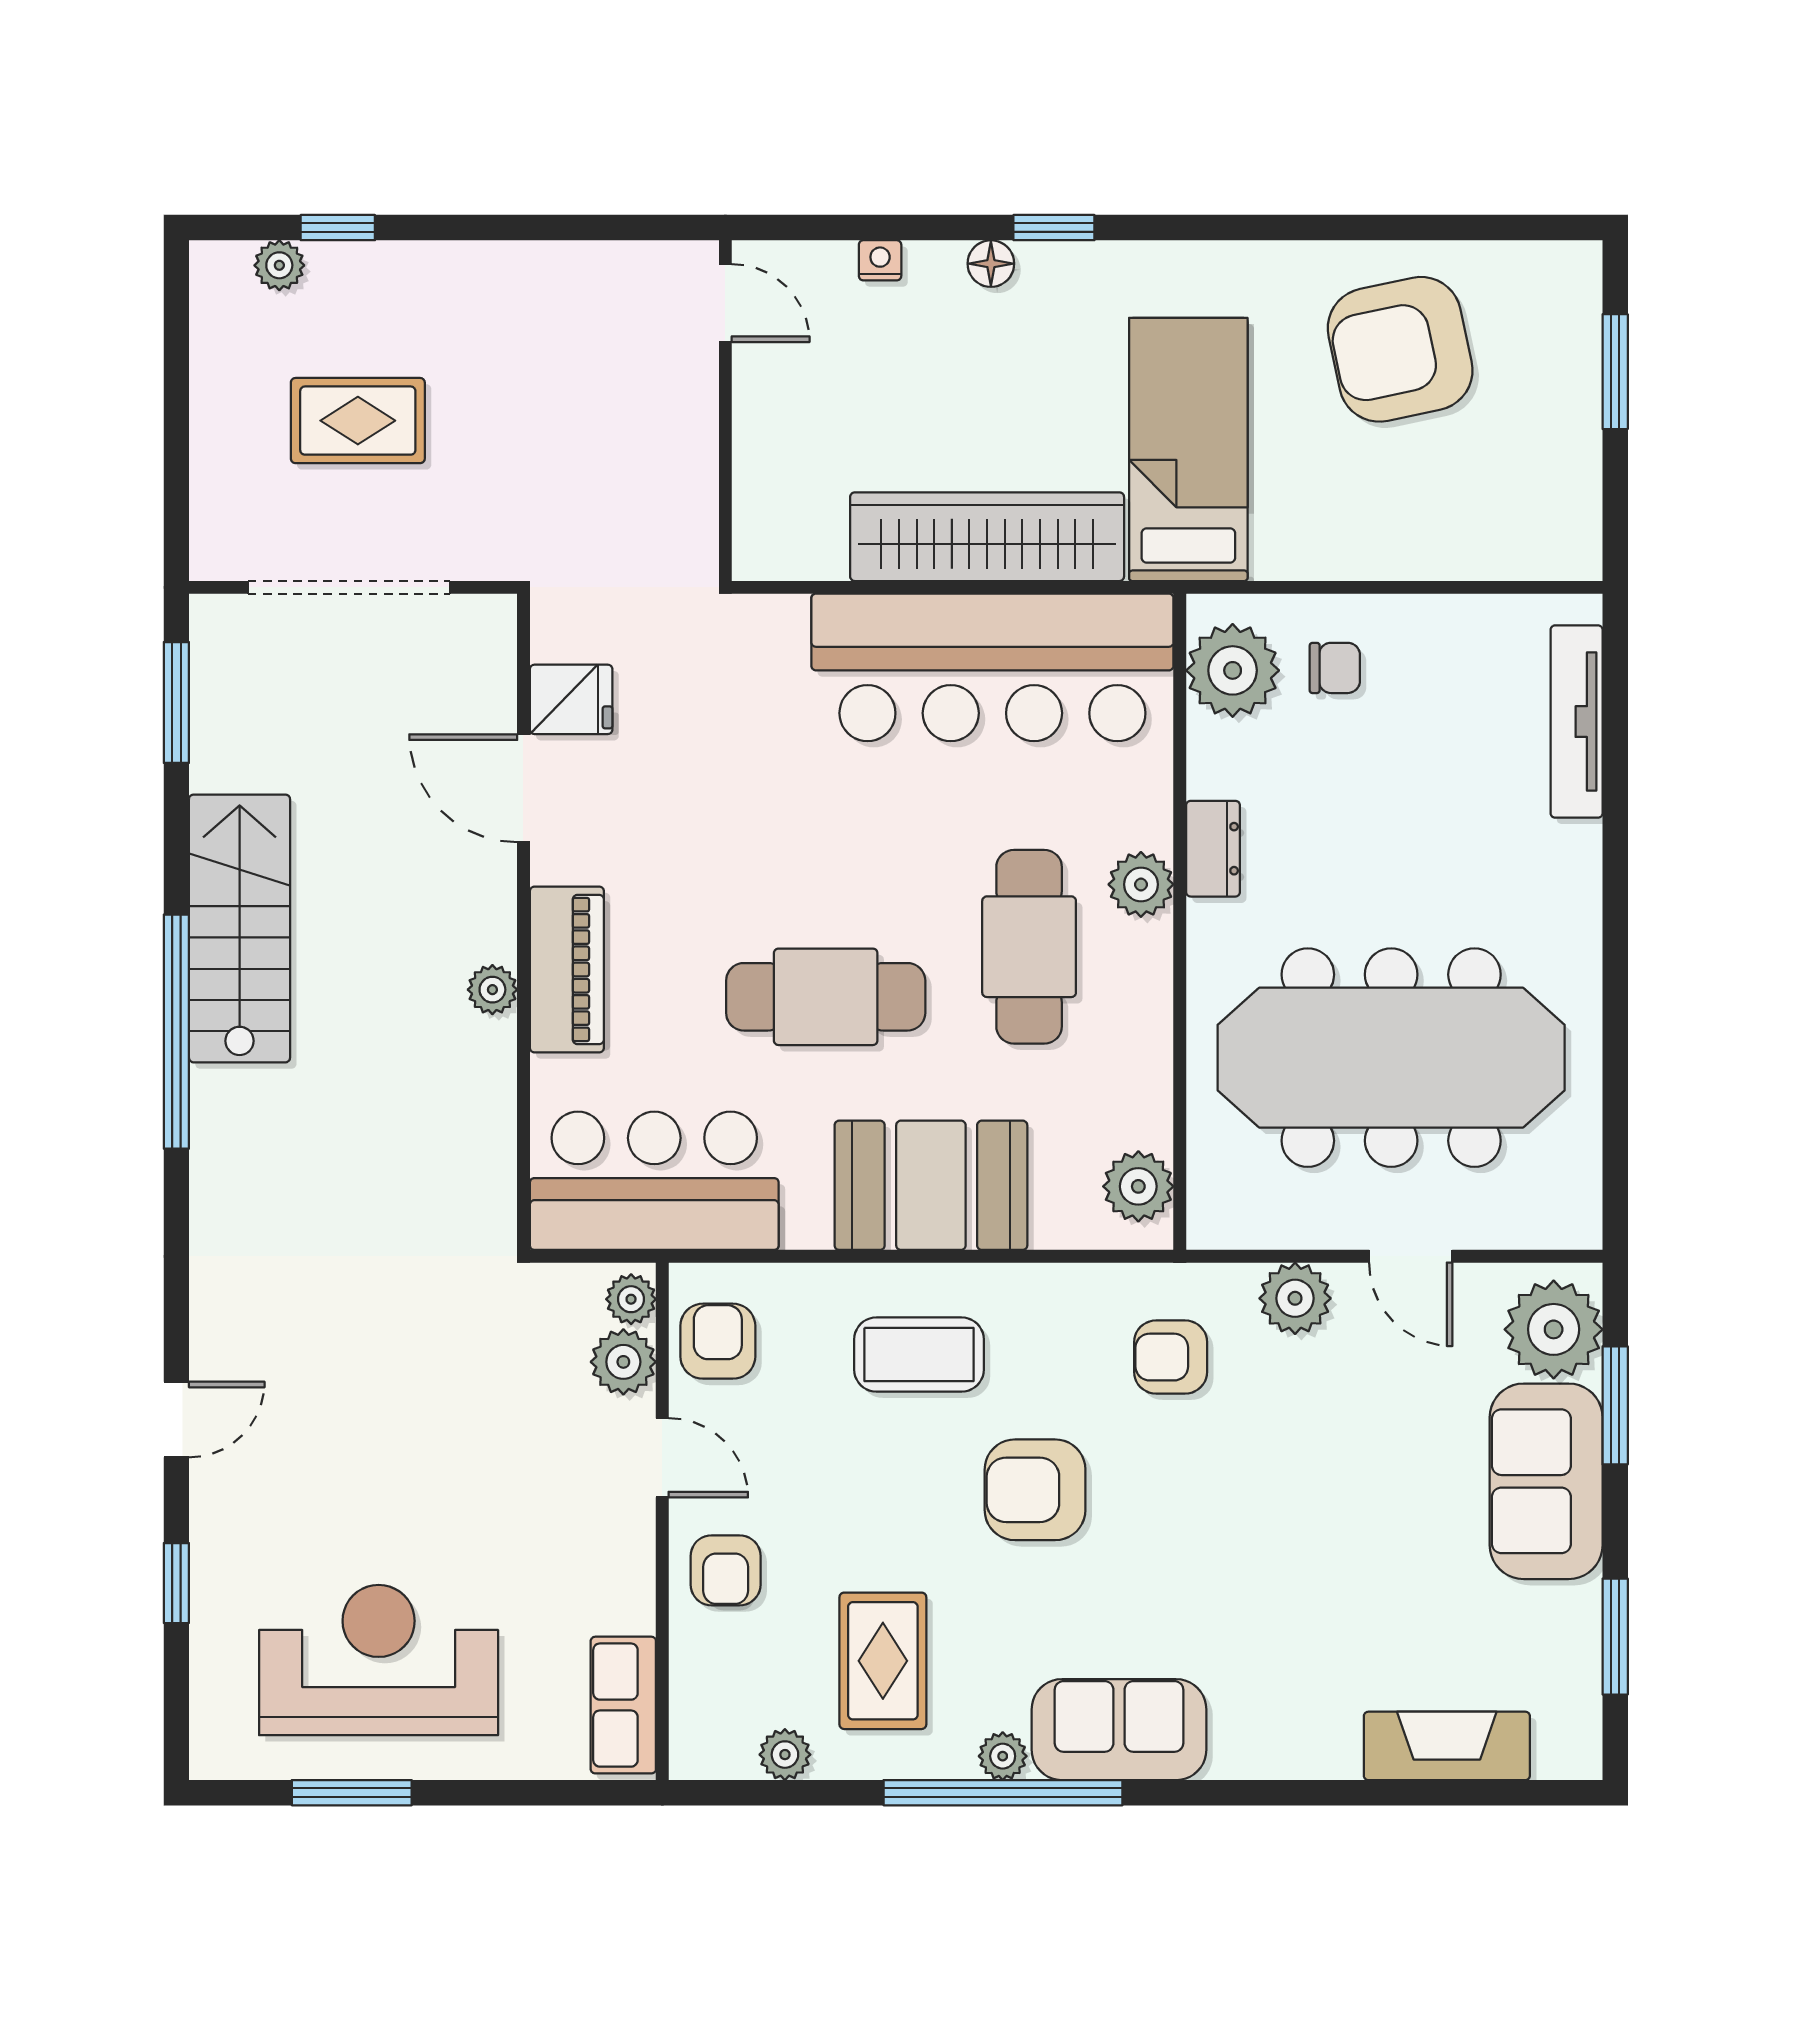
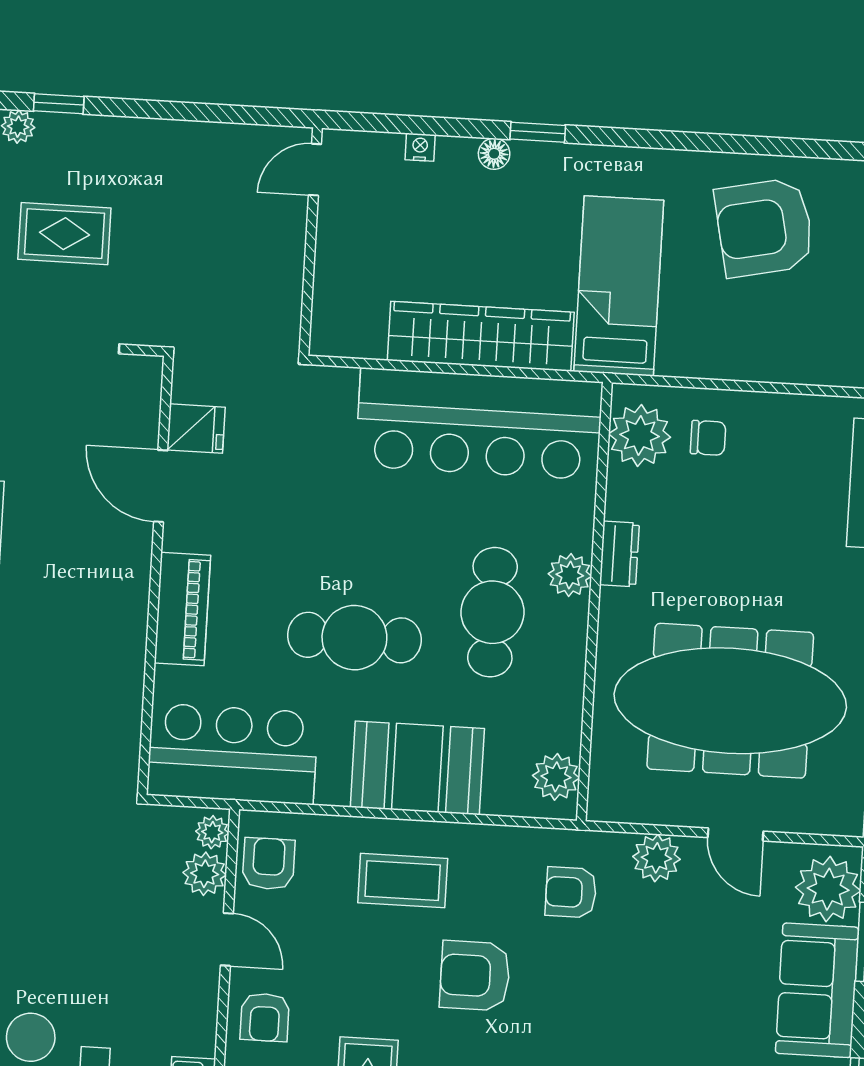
door: (725, 303) -> (315, 170), swing flipped
plant: (492, 990) -> (132, 620), removed

